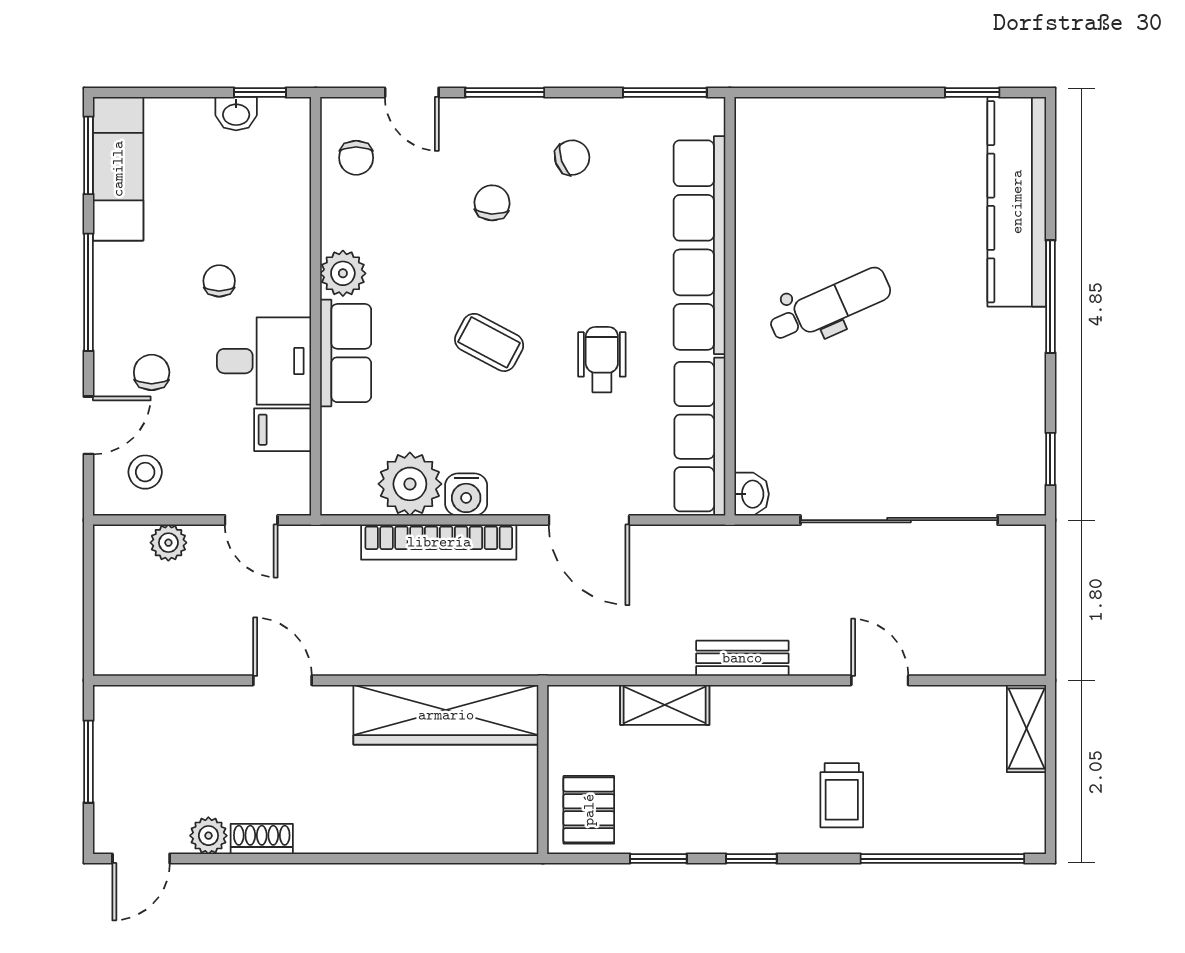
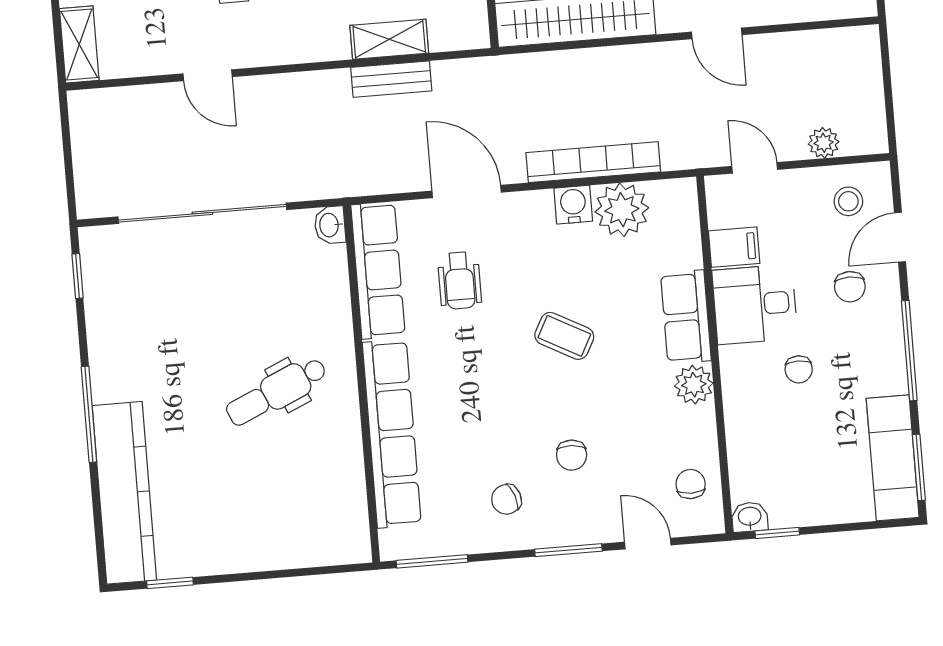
washbasin: (236, 114) -> (750, 517), moved
wheelchair: (602, 360) -> (460, 280), moved
bench: (742, 658) -> (391, 79), moved

